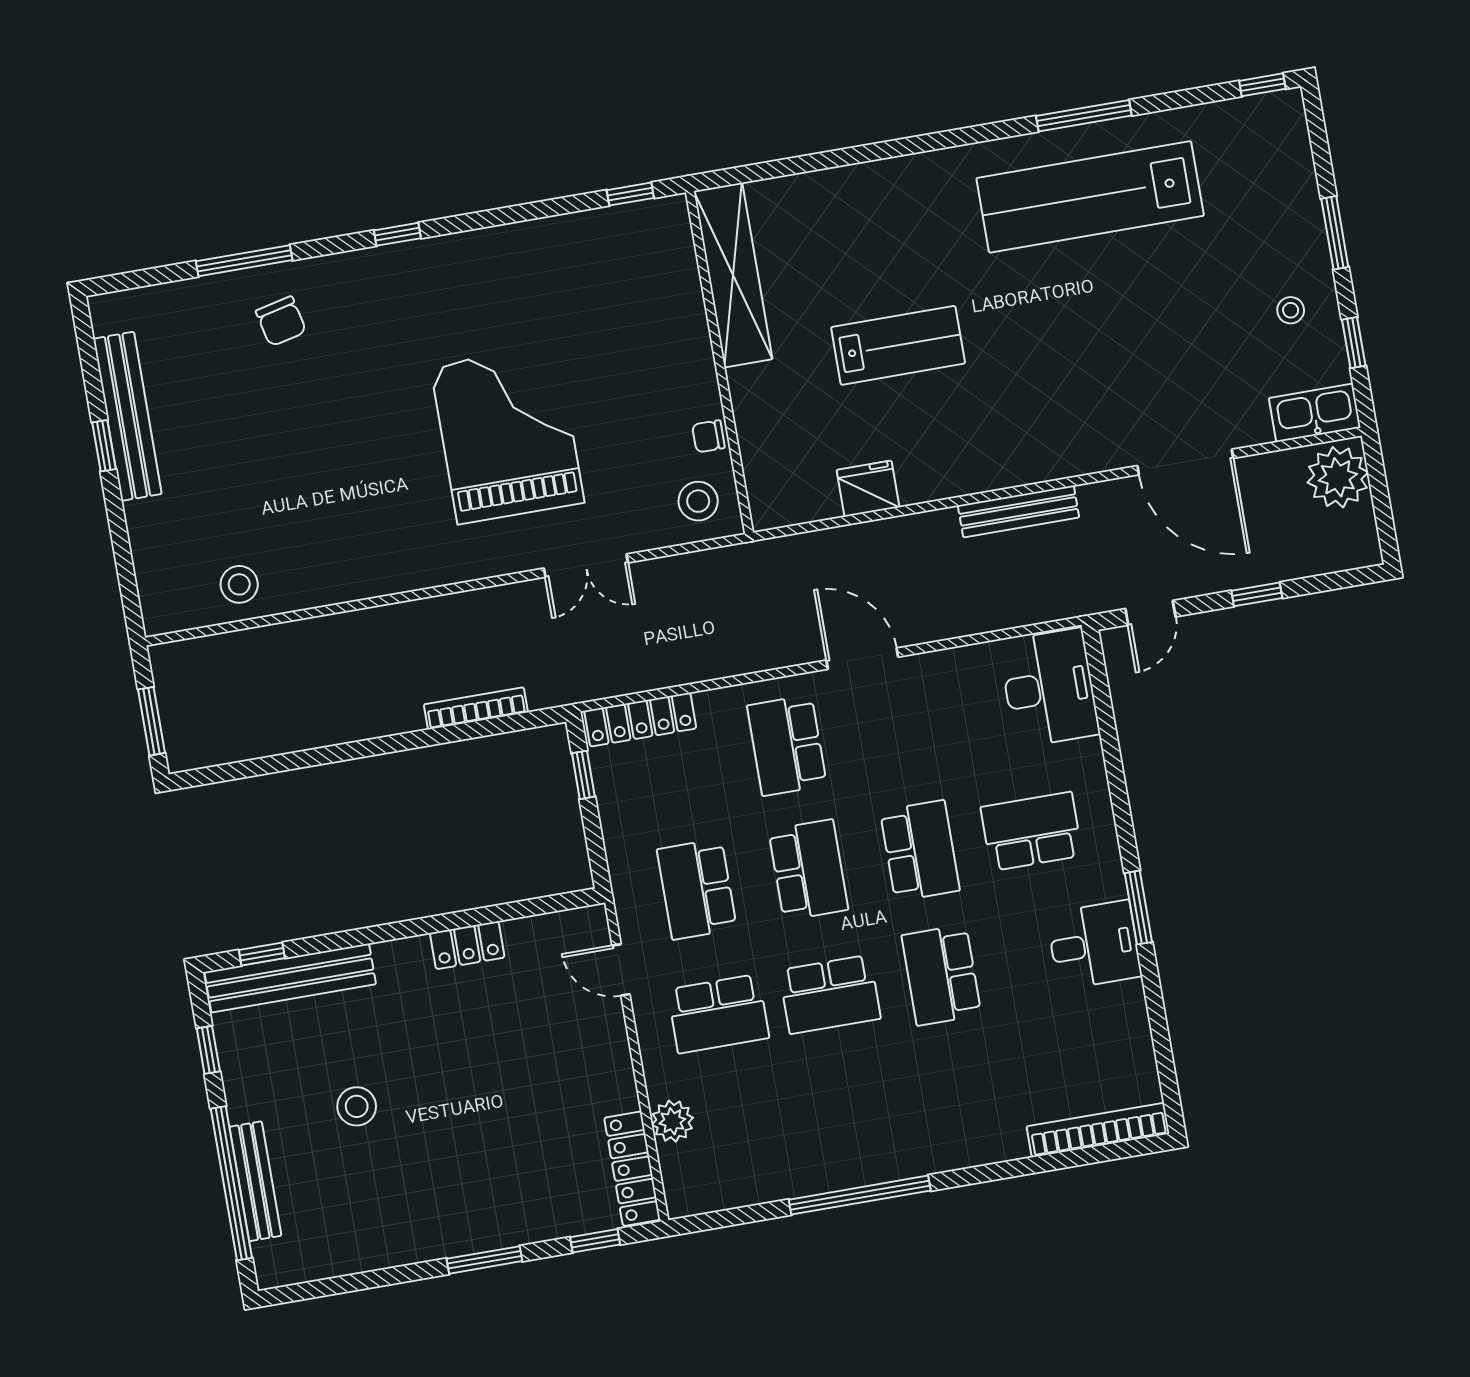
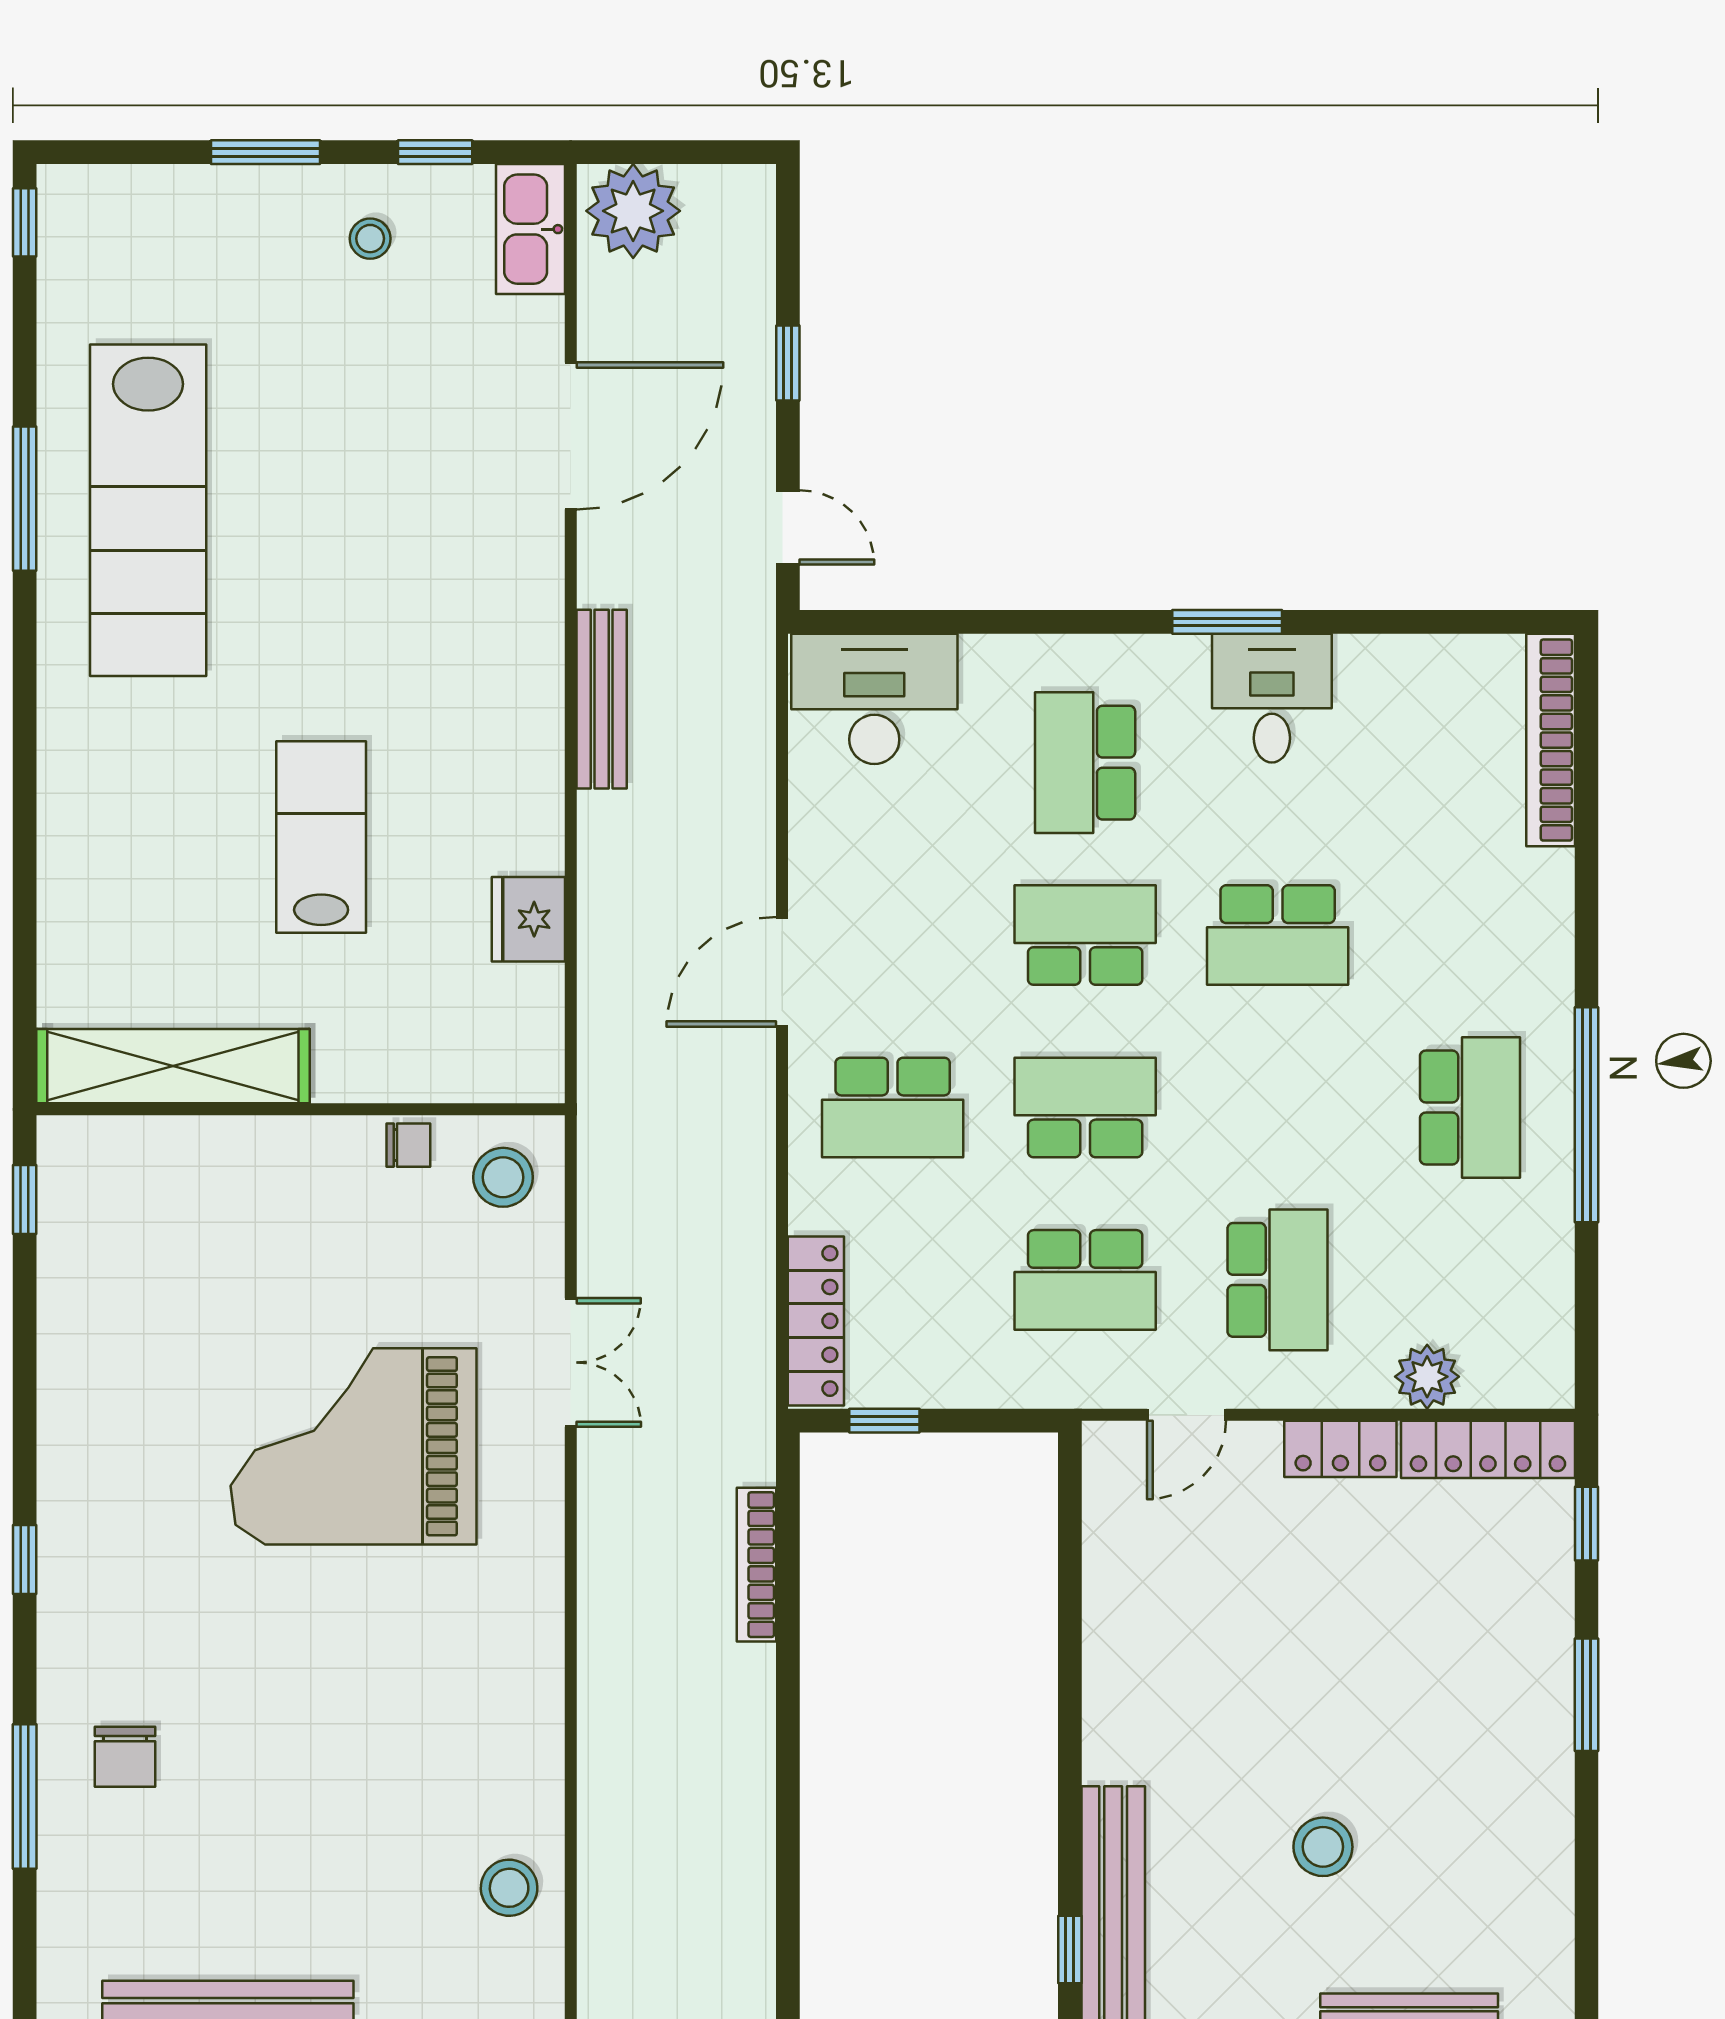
chair: (281, 321) -> (125, 1757), turned 103
chair: (708, 436) -> (408, 1145), turned -90
locker: (467, 945) -> (1340, 1449), moved, turned 90
school desk: (830, 994) -> (1470, 1107), moved

